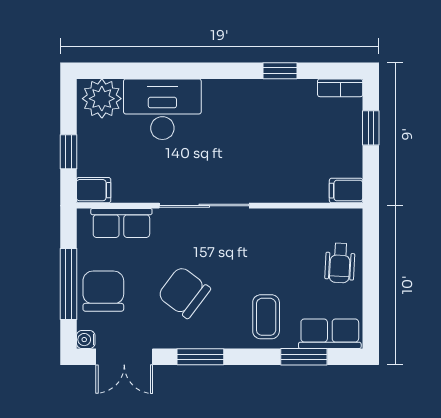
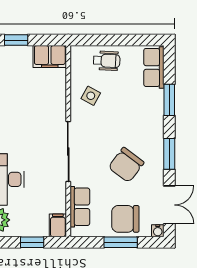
filing cabinet: (346, 191) -> (50, 57), width x2.00
side table: (287, 239) -> (91, 96), added
window: (68, 284) -> (121, 242), width x0.69
coffee table: (266, 317) -> (143, 110), removed
window: (304, 357) -> (169, 100), moved

